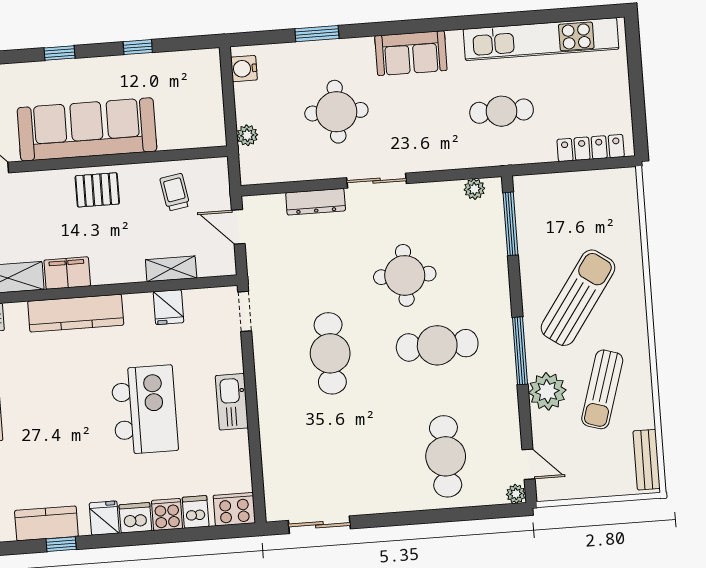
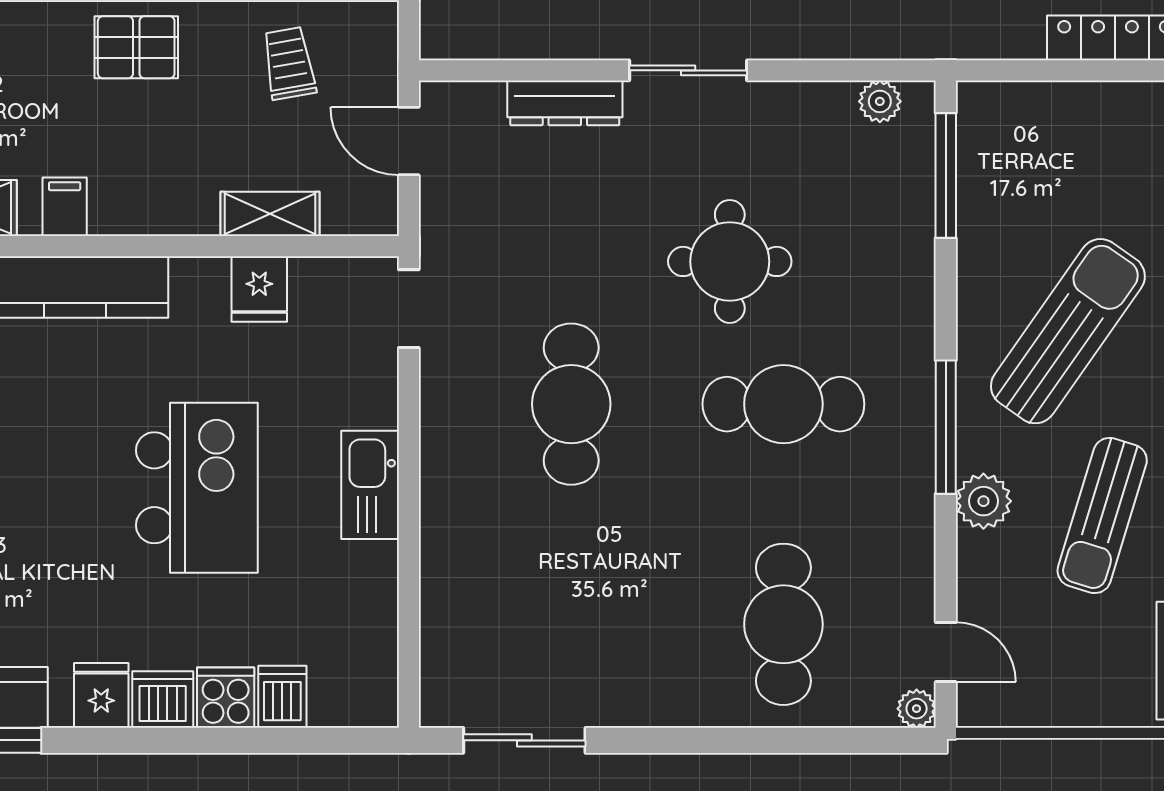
filing cabinet: (67, 273) -> (65, 207), width x0.50
plant: (547, 391) -> (983, 501), width x0.73, depth x0.73
cooker: (234, 509) -> (359, 697), removed

